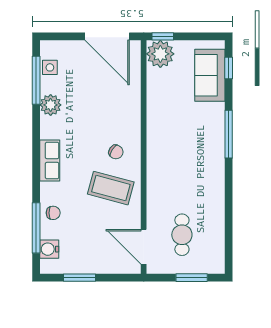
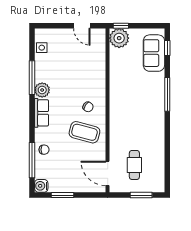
door: (107, 36) -> (82, 26), width x0.53
window: (36, 80) -> (32, 78), moved
plant: (51, 105) -> (42, 90), moved
water cooler: (49, 249) -> (41, 186), moved

